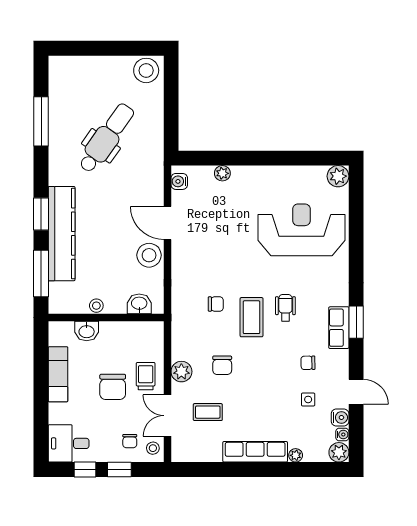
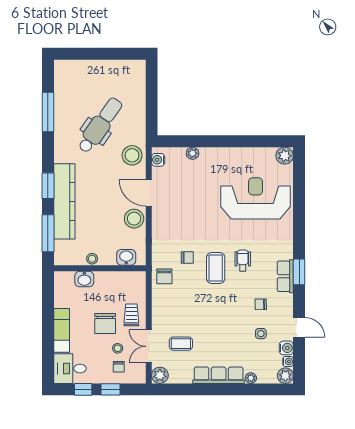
stool: (146, 70) -> (132, 155), moved
chair: (222, 365) -> (164, 276), moved
plant: (181, 372) -> (160, 375), moved
exam couch: (58, 374) -> (62, 330), moved
stool: (153, 448) -> (118, 348), moved

